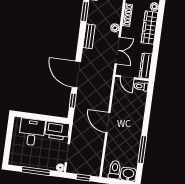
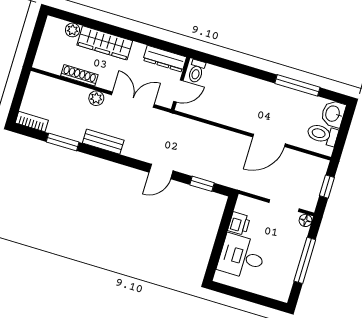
door: (76, 74) -> (161, 172), width x0.53
door: (108, 123) -> (269, 140), moved
printer: (57, 131) -> (239, 224), width x0.53, depth x0.68

